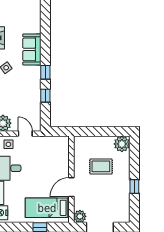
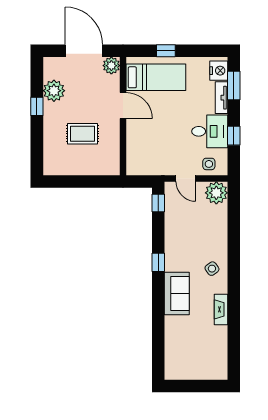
window: (45, 96) -> (158, 203), moved
plant: (122, 144) -> (54, 91), moved
door: (71, 187) -> (123, 106), hinge flipped

